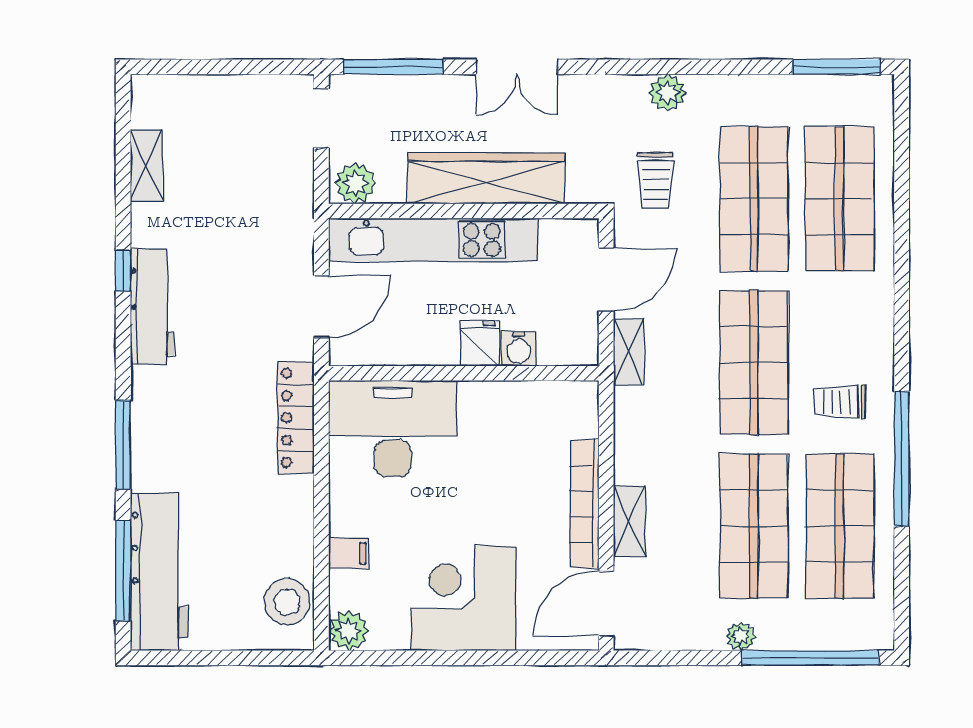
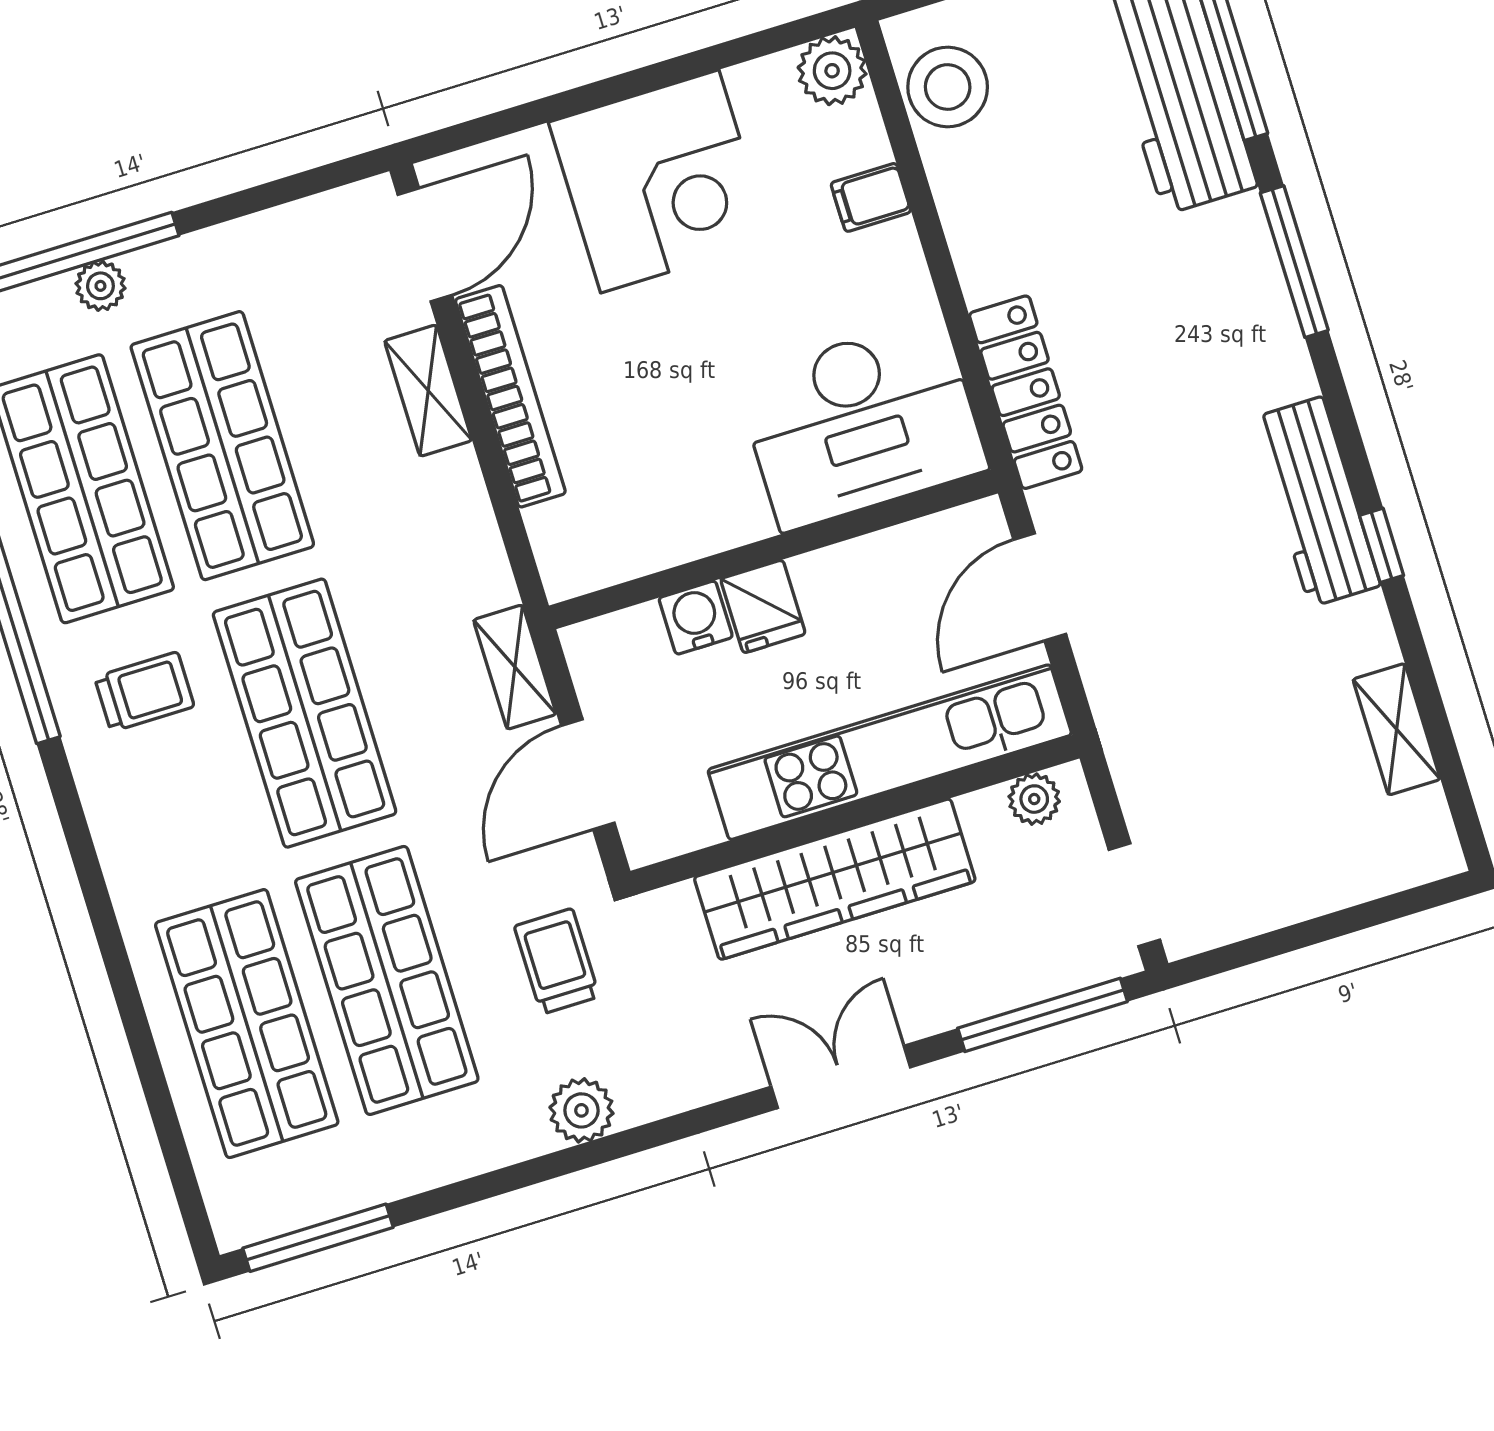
plant: (355, 183) -> (1034, 799), width x0.73, depth x0.73
plant: (741, 636) -> (100, 286), moved

